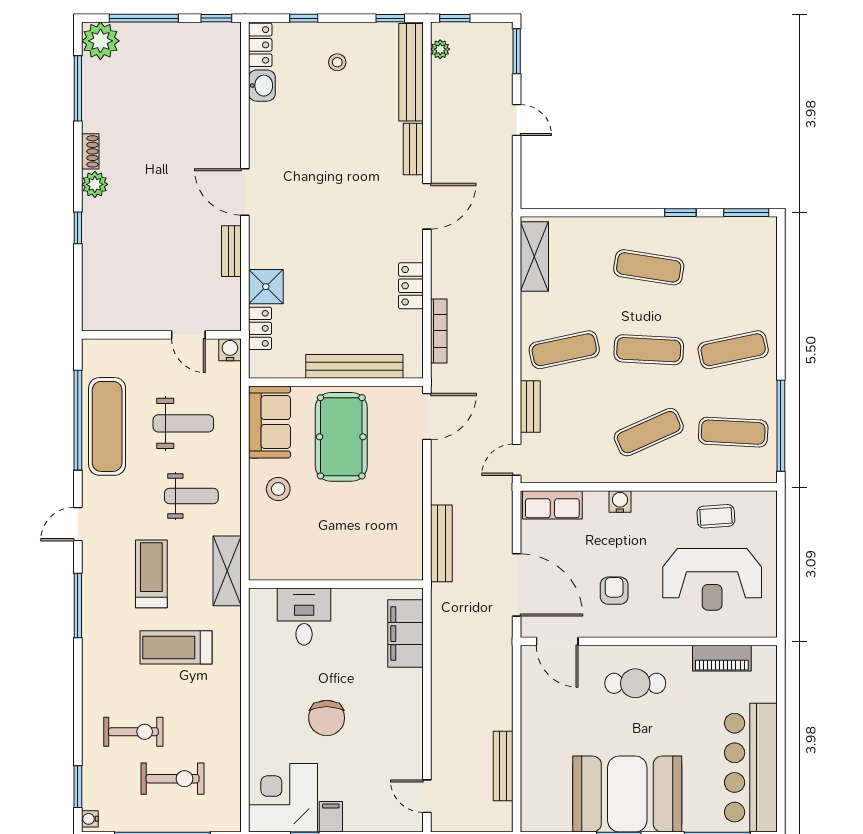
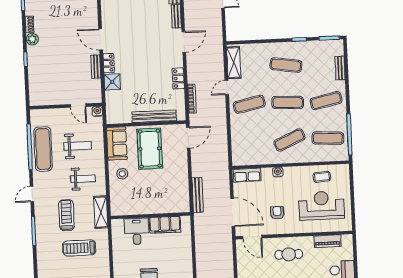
locker: (260, 328) -> (109, 63), moved
bench: (530, 407) -> (340, 68), moved
door: (517, 460) -> (227, 87), moved
reception desk: (712, 579) -> (321, 206), turned 180
filing cabinet: (406, 634) -> (165, 225), moved, turned -90

